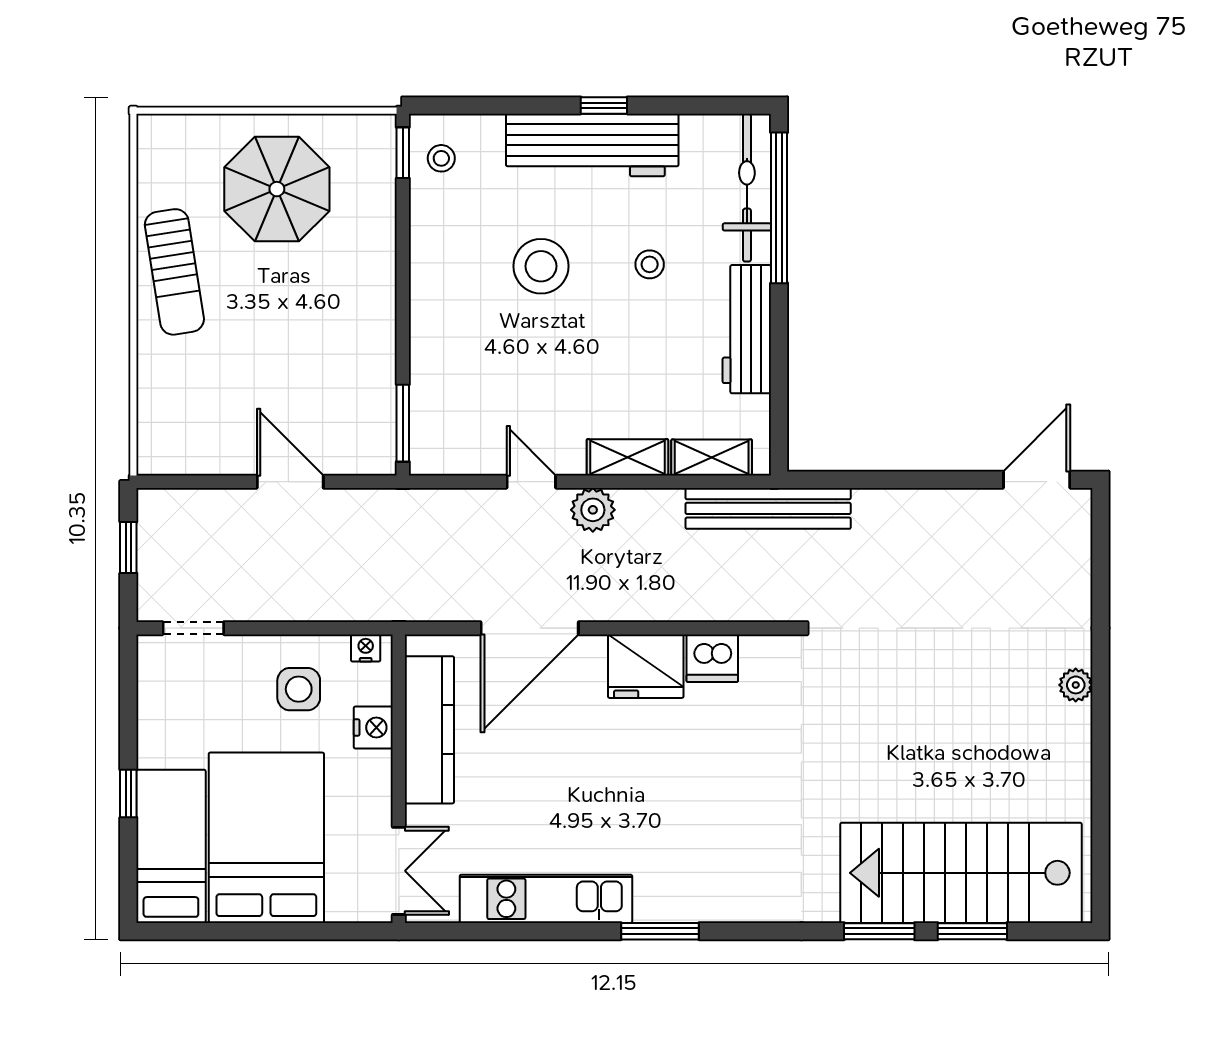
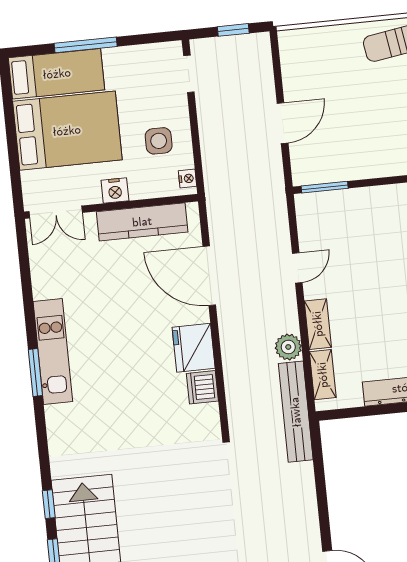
plant: (593, 510) -> (288, 347), moved
nightstand: (373, 728) -> (115, 191), moved
window: (128, 794) -> (86, 45), width x2.17
kitchen unit: (546, 899) -> (53, 351), moved
window: (879, 931) -> (49, 504), width x0.67

